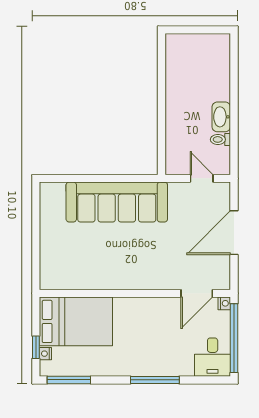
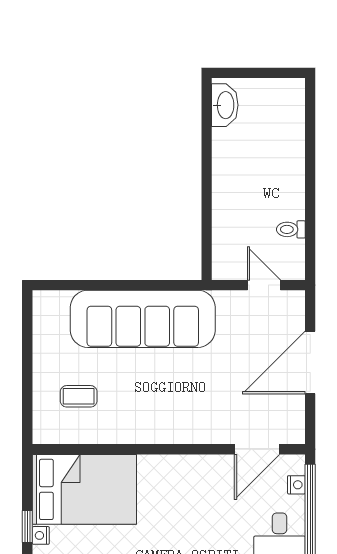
washbasin: (221, 117) -> (225, 105), moved, turned 180
coffee table: (72, 256) -> (79, 396), added
nightstand: (224, 303) -> (296, 485), moved

